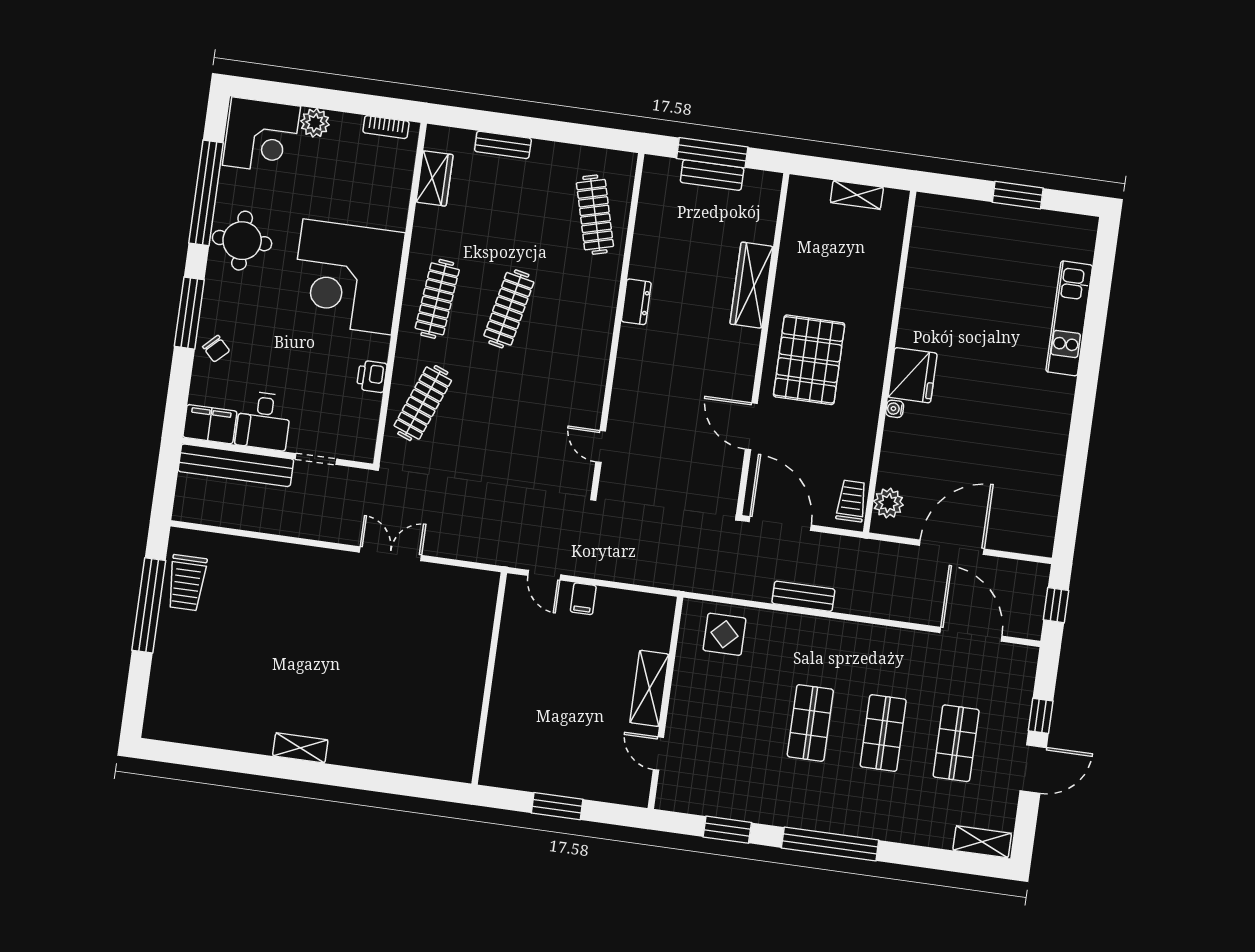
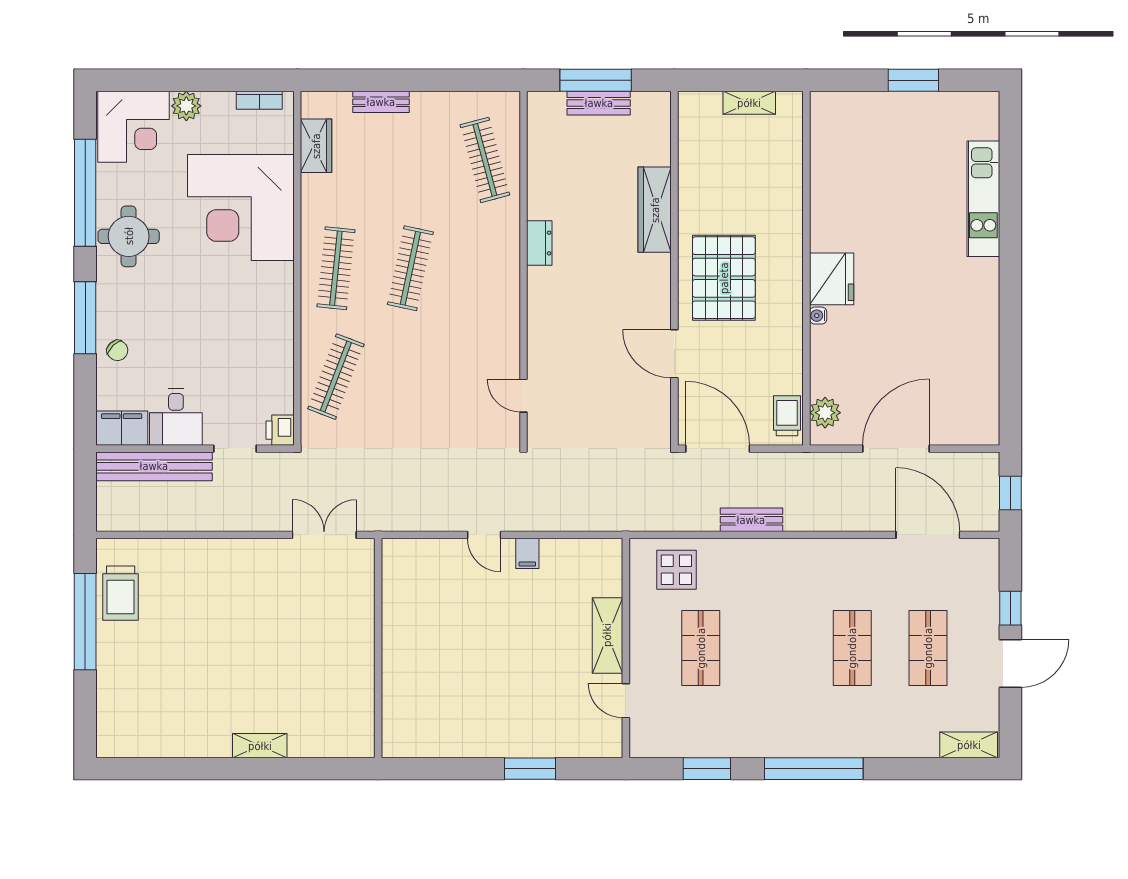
corner desk: (347, 277) -> (241, 207), moved
printer: (372, 376) -> (280, 430), moved
wall: (489, 678) -> (378, 648), moved
shop shelf: (810, 723) -> (701, 648), moved

